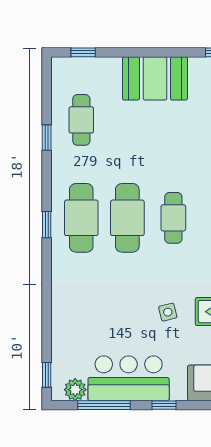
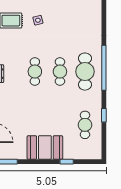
window: (83, 52) -> (67, 162), moved
cafe table: (127, 218) -> (60, 72), width x0.73, depth x0.74
window: (47, 225) -> (104, 68), width x3.17

